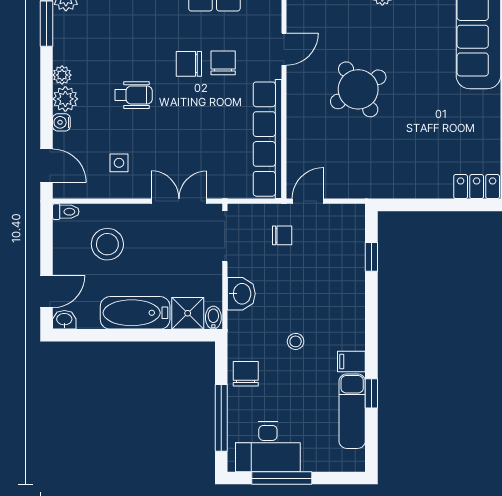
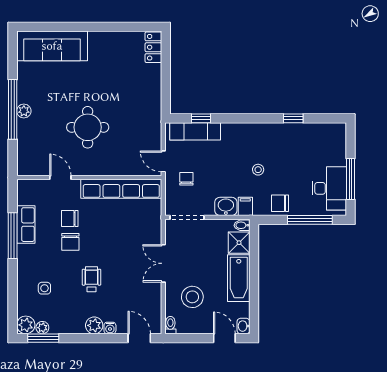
plant: (62, 75) -> (42, 328), moved
round table: (358, 89) -> (88, 127), turned 31
side table: (119, 163) -> (44, 288), moved
door: (47, 166) -> (139, 338), hinge flipped
double door: (179, 201) -> (163, 263), moved
filing cabinet: (351, 361) -> (245, 206), moved, turned 180
exam couch: (352, 411) -> (195, 131), moved

